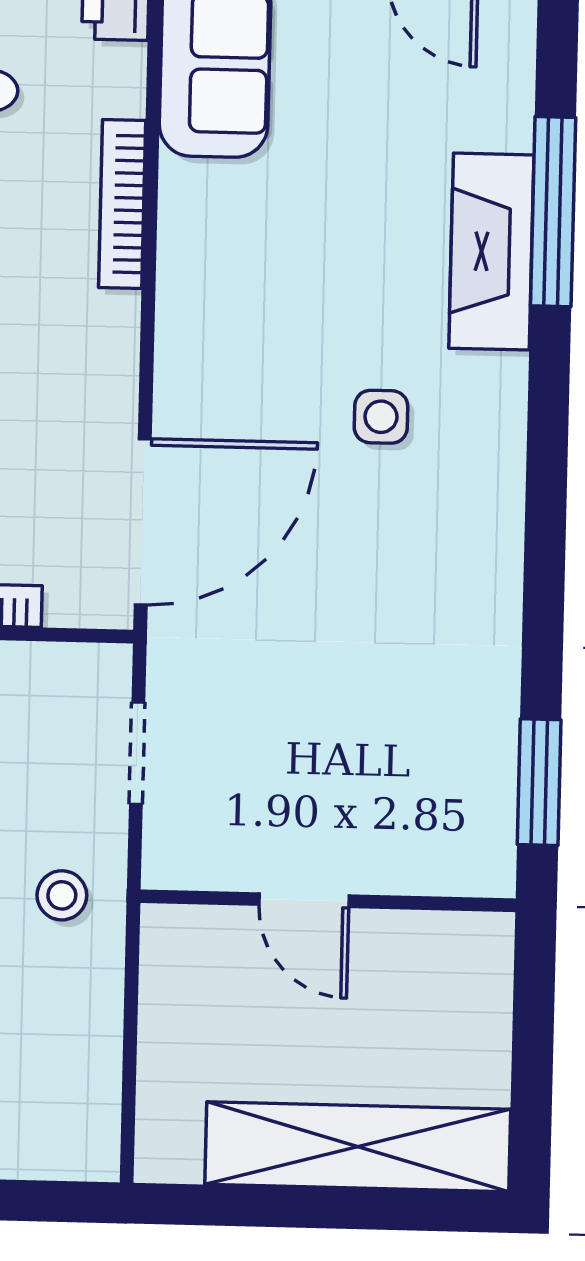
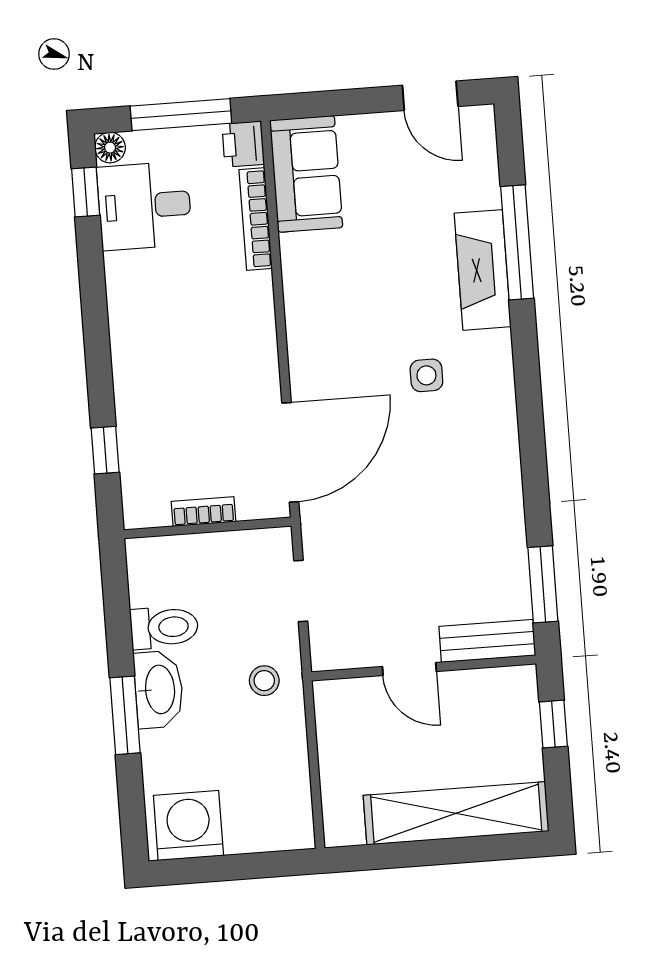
bookcase: (122, 204) -> (256, 219), moved
bench: (438, 867) -> (487, 641), added
window: (533, 1015) -> (553, 724), added

